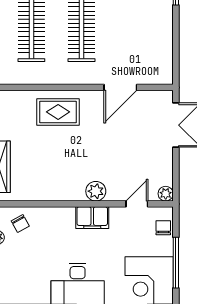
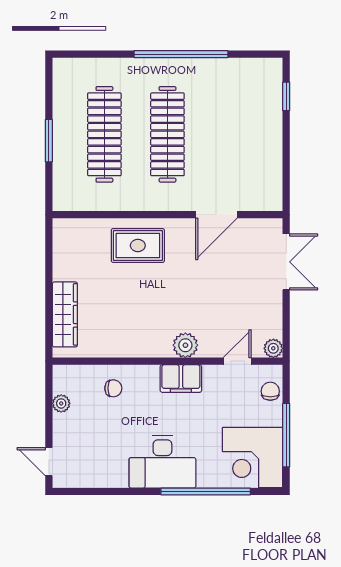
chair: (20, 224) -> (113, 388), moved, turned -61

